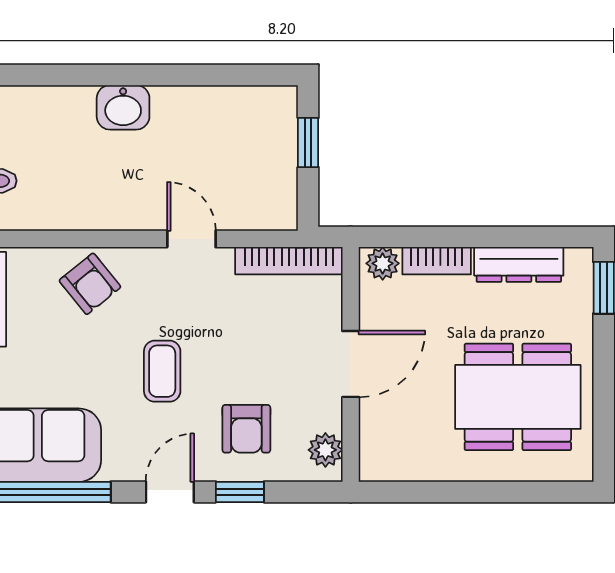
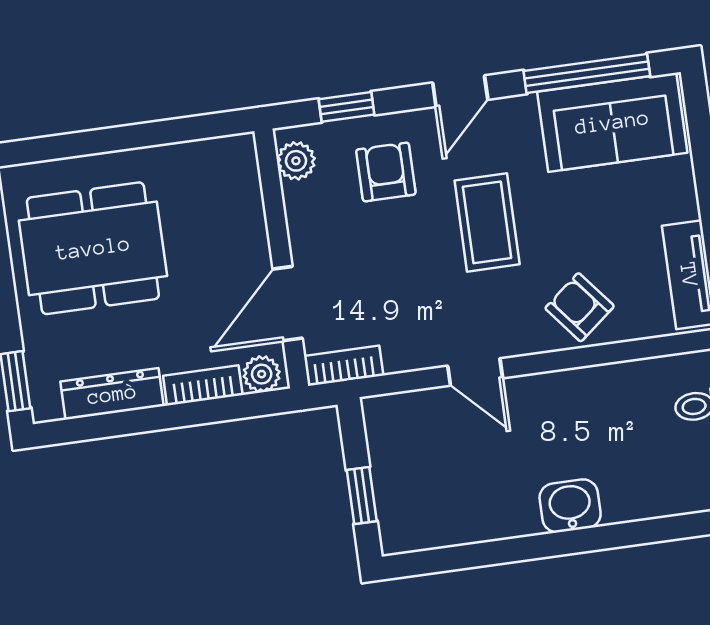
bookcase: (289, 261) -> (344, 366), width x0.64
door: (351, 364) -> (288, 304), moved
coffee table: (162, 371) -> (487, 222), width x1.36, depth x1.30
window: (240, 492) -> (347, 107), moved

